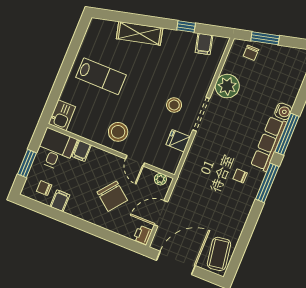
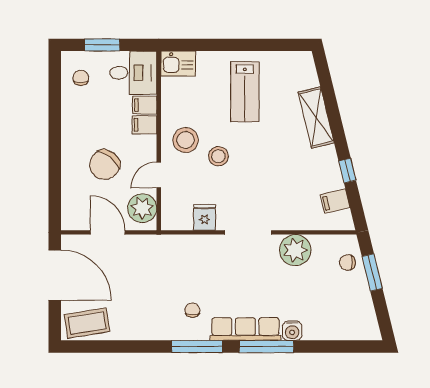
stool: (174, 105) -> (218, 156), moved
plant: (160, 179) -> (142, 208), width x1.88, depth x1.88
filing cabinet: (60, 201) -> (145, 125), moved, turned 180
printer: (143, 235) -> (73, 221), removed

